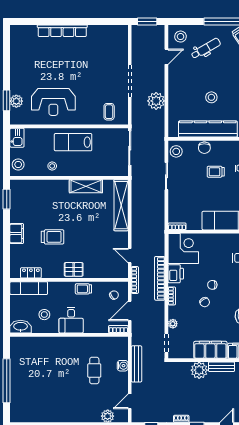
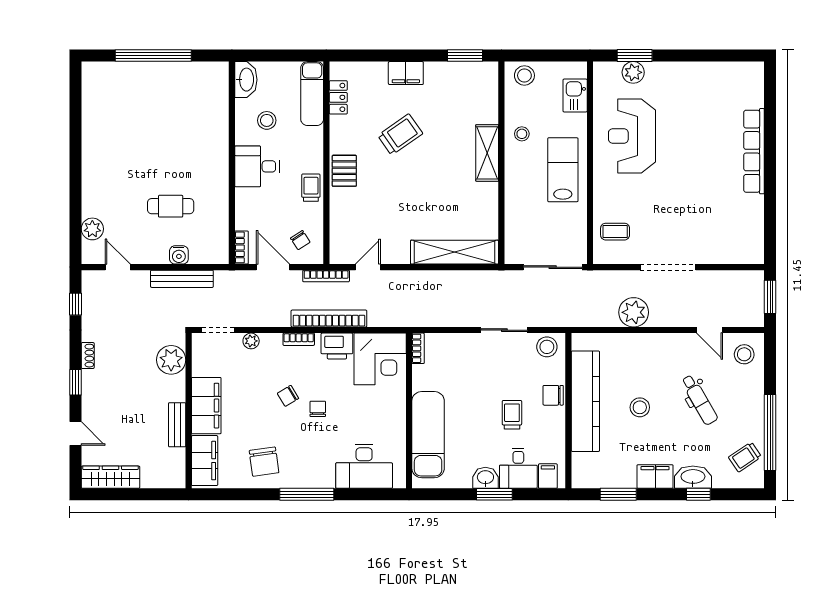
dental chair: (206, 49) -> (699, 400), moved
kitchen sink: (17, 138) -> (575, 96), moved, turned 90
shelving: (86, 186) -> (487, 153), moved
trolley: (53, 237) -> (400, 134), turned -125
plant: (199, 370) -> (171, 360), moved

